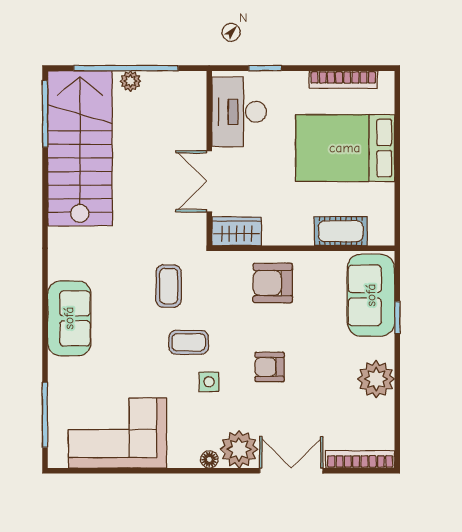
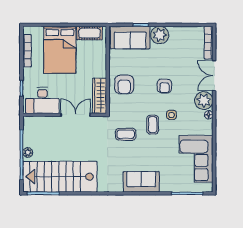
double door: (209, 181) -> (76, 115), swing flipped
wardrobe: (237, 231) -> (100, 96), width x1.50
cot: (341, 231) -> (89, 33), moved, turned 90
plant: (376, 379) -> (160, 35), moved

